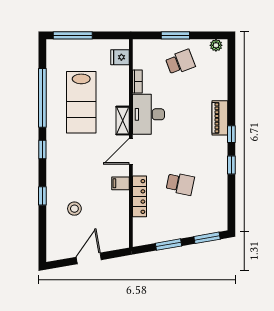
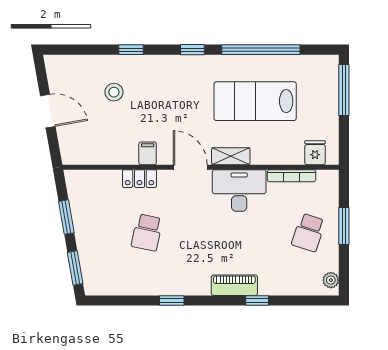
school desk: (180, 62) -> (308, 233), turned 39
bookcase: (137, 81) -> (292, 176), width x1.56
window: (231, 134) -> (257, 300), moved
locker: (140, 196) -> (139, 179), width x0.66

